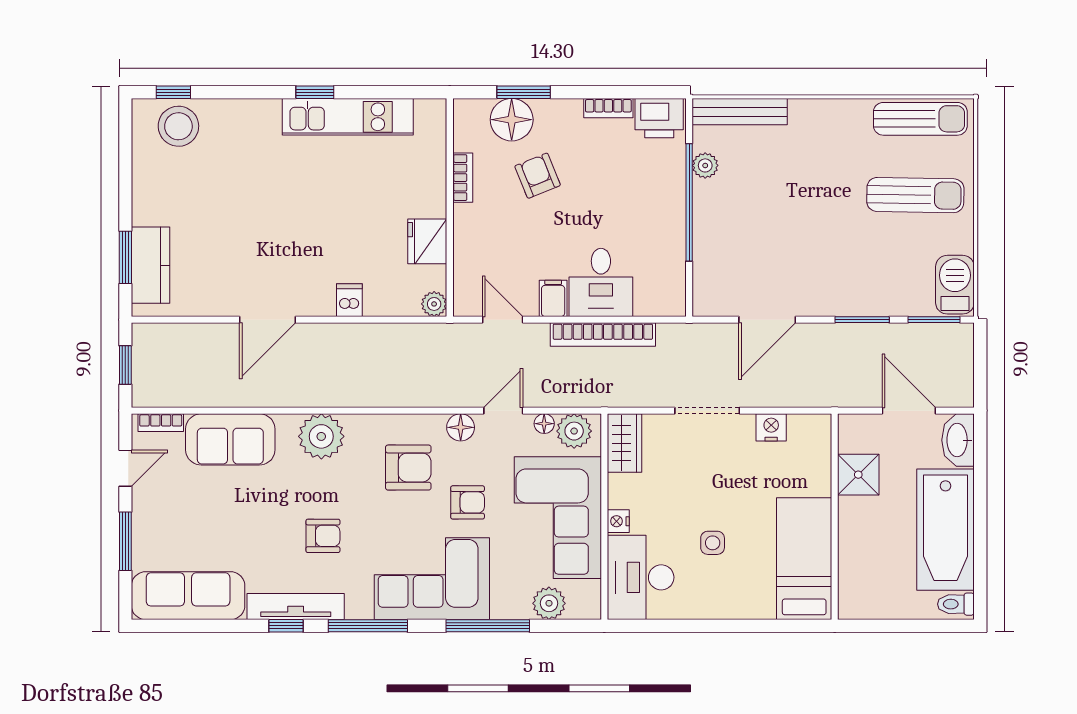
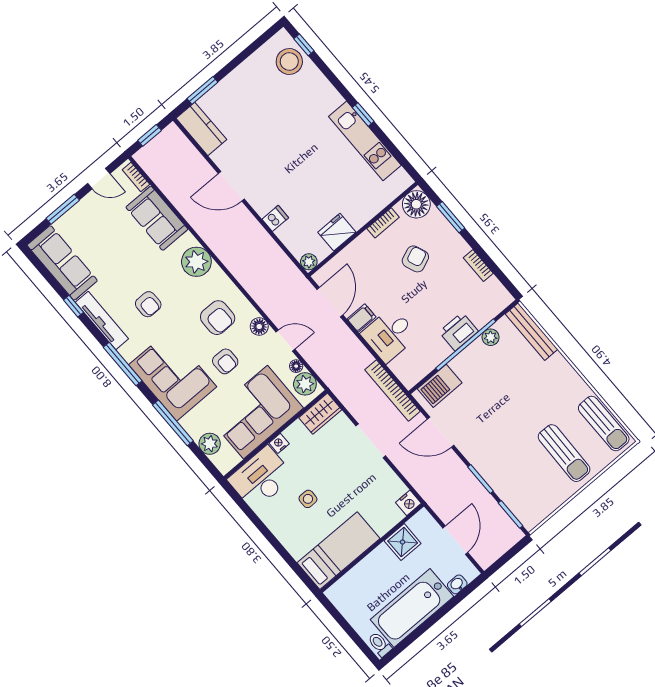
printer: (659, 118) -> (459, 332), moved, turned 90
floor lamp: (512, 120) -> (416, 204), moved
kitchen counter: (151, 265) -> (201, 129), moved, turned -90
barbecue: (955, 285) -> (440, 386), moved, turned 180
door: (503, 320) -> (330, 302), width x1.38
bookcase: (603, 335) -> (392, 391), moved
nightstand: (771, 427) -> (408, 503), moved, turned 90
washbasin: (958, 440) -> (457, 584), width x0.52, depth x0.69
window: (286, 626) -> (73, 306), moved

